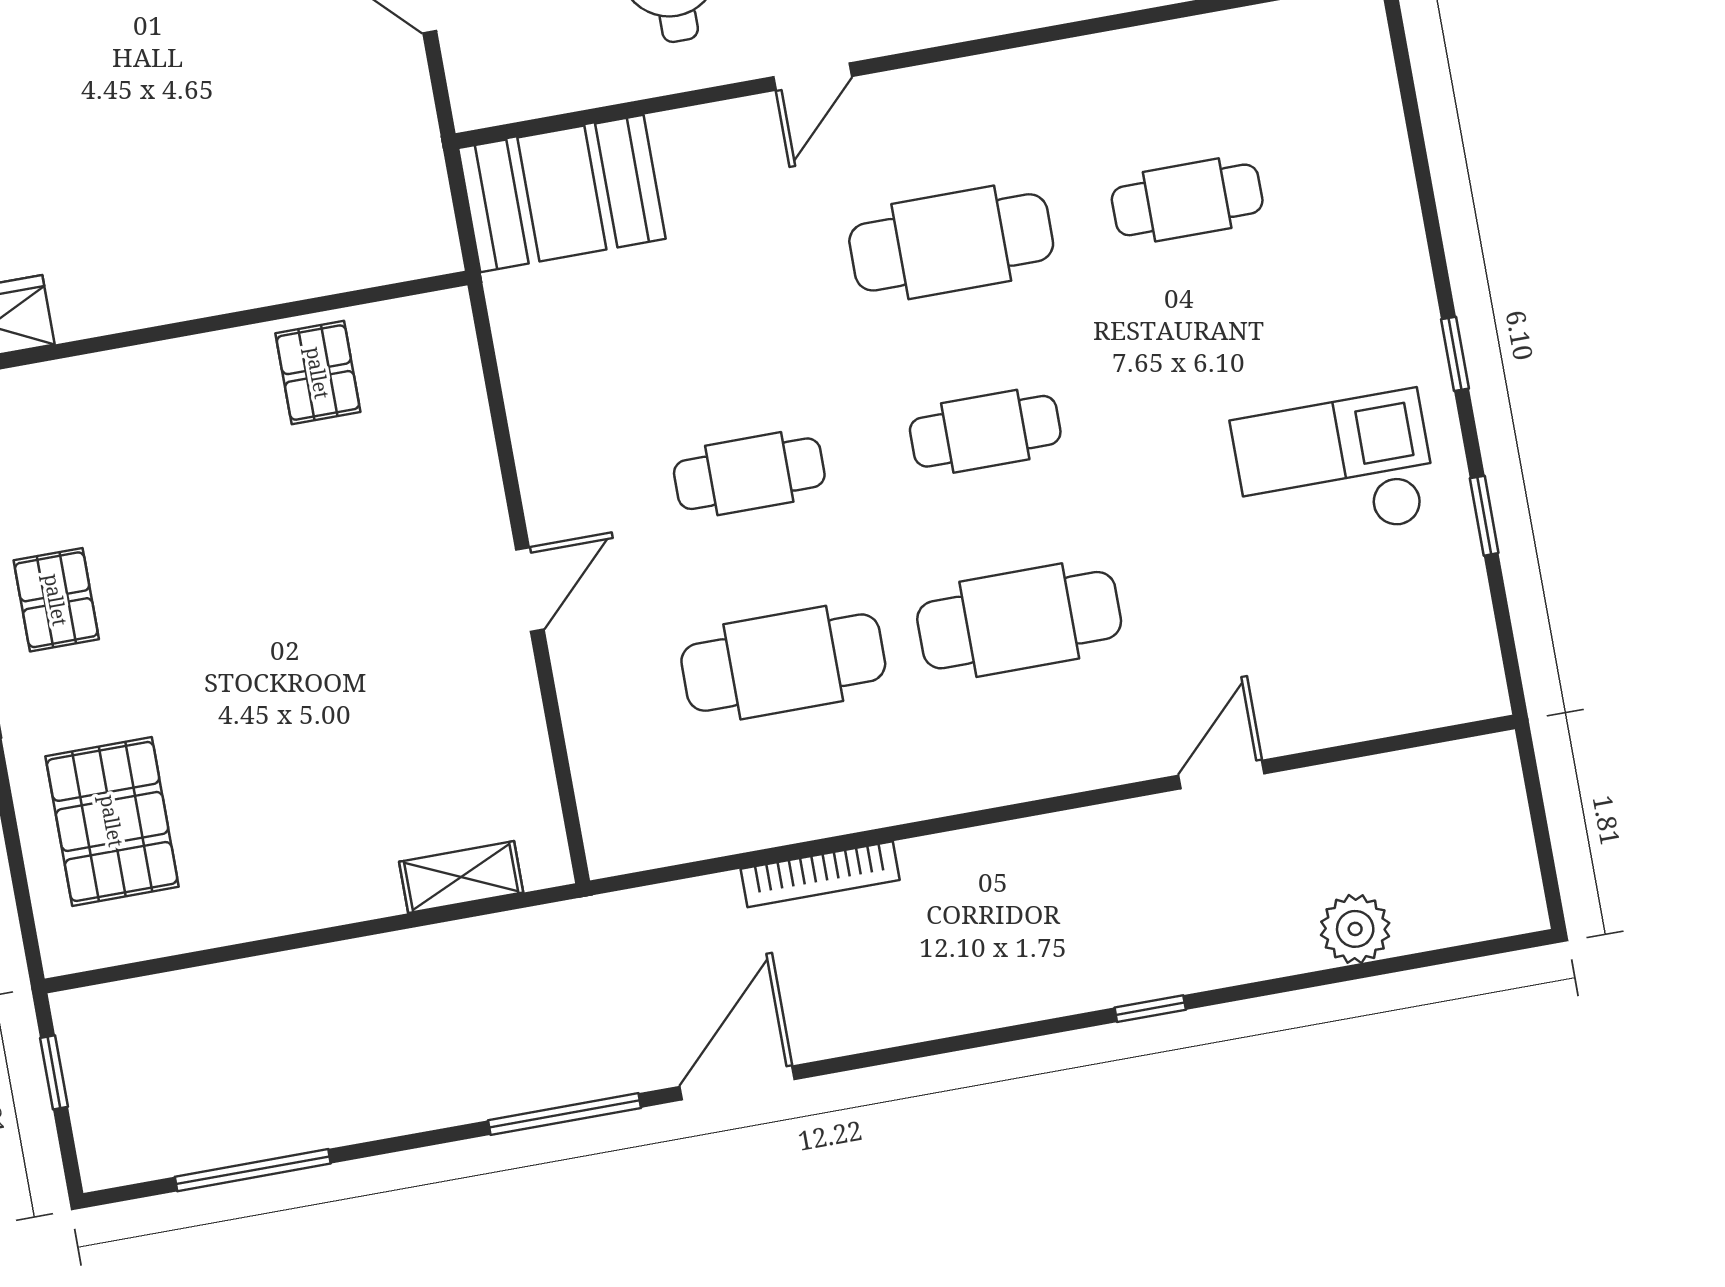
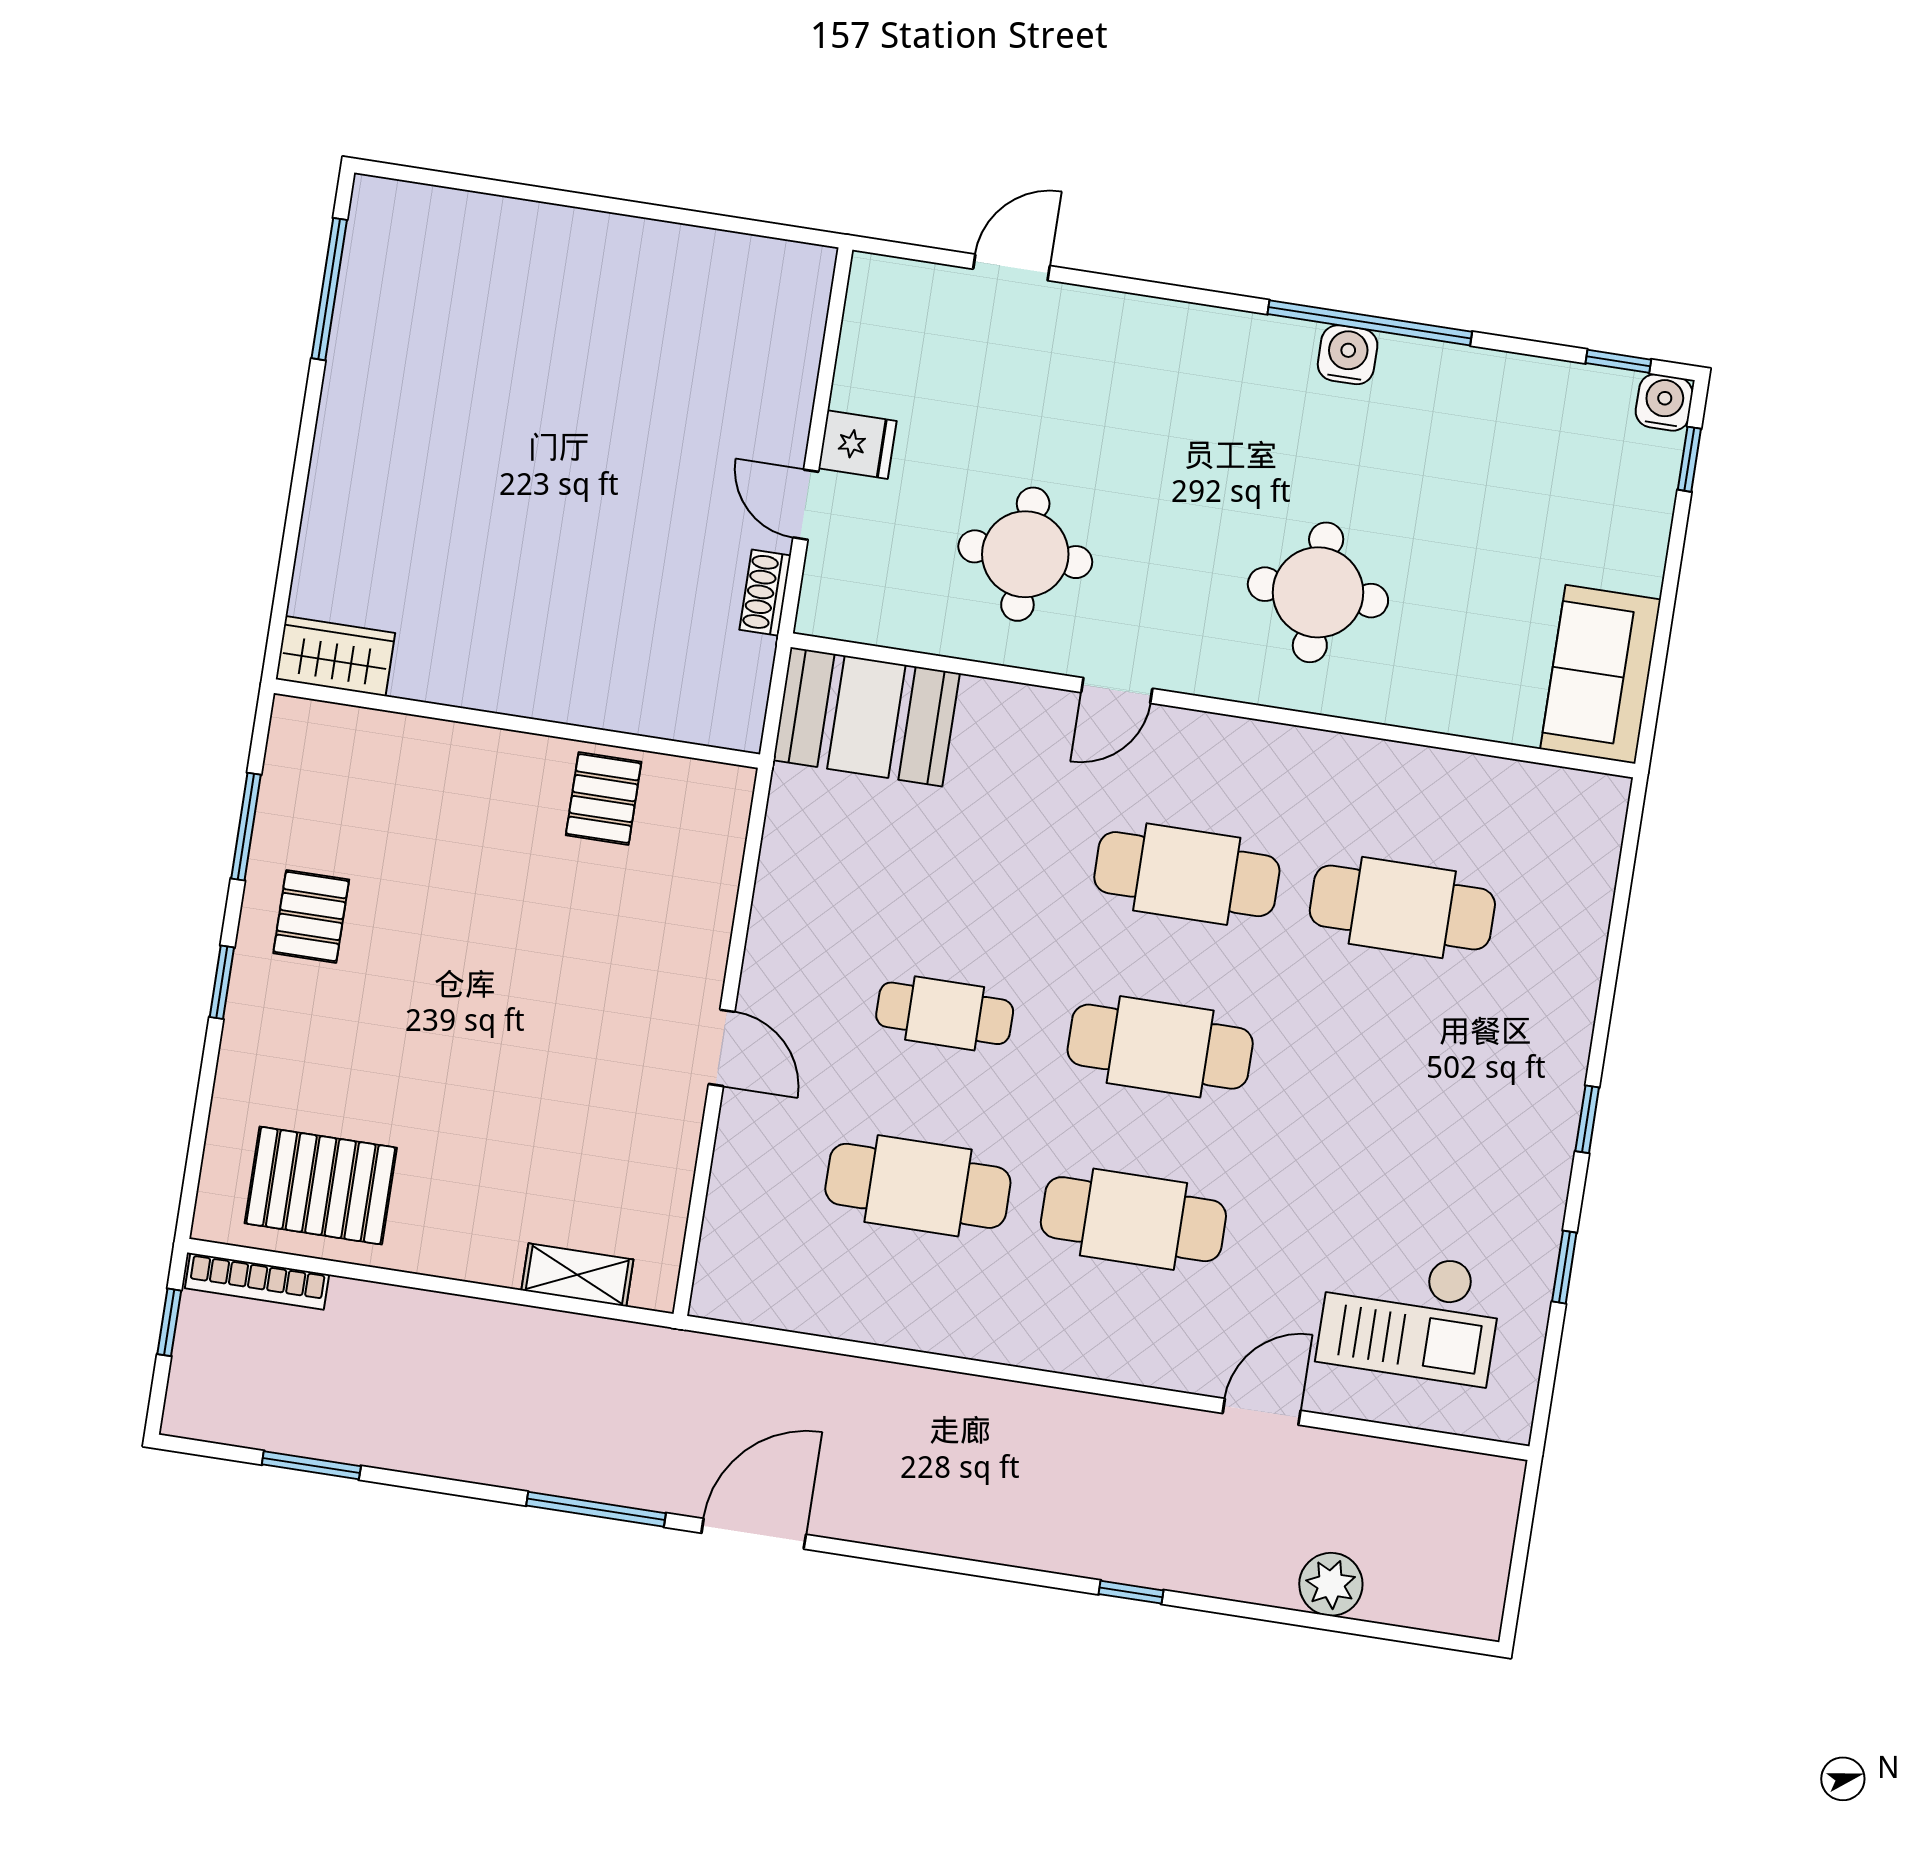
shoe rack: (412, 101) -> (765, 593), added
cafe table: (1187, 200) -> (1402, 907), width x1.37, depth x1.35
cafe table: (985, 431) -> (1160, 1047), width x1.37, depth x1.35
checkout: (1335, 469) -> (1410, 1315), moved, turned 180
door: (530, 589) -> (722, 1048), hinge flipped
pallet: (112, 821) -> (321, 1186), moved, turned 90
bookcase: (820, 874) -> (257, 1281), moved
window: (253, 1170) -> (311, 1465), width x0.69

